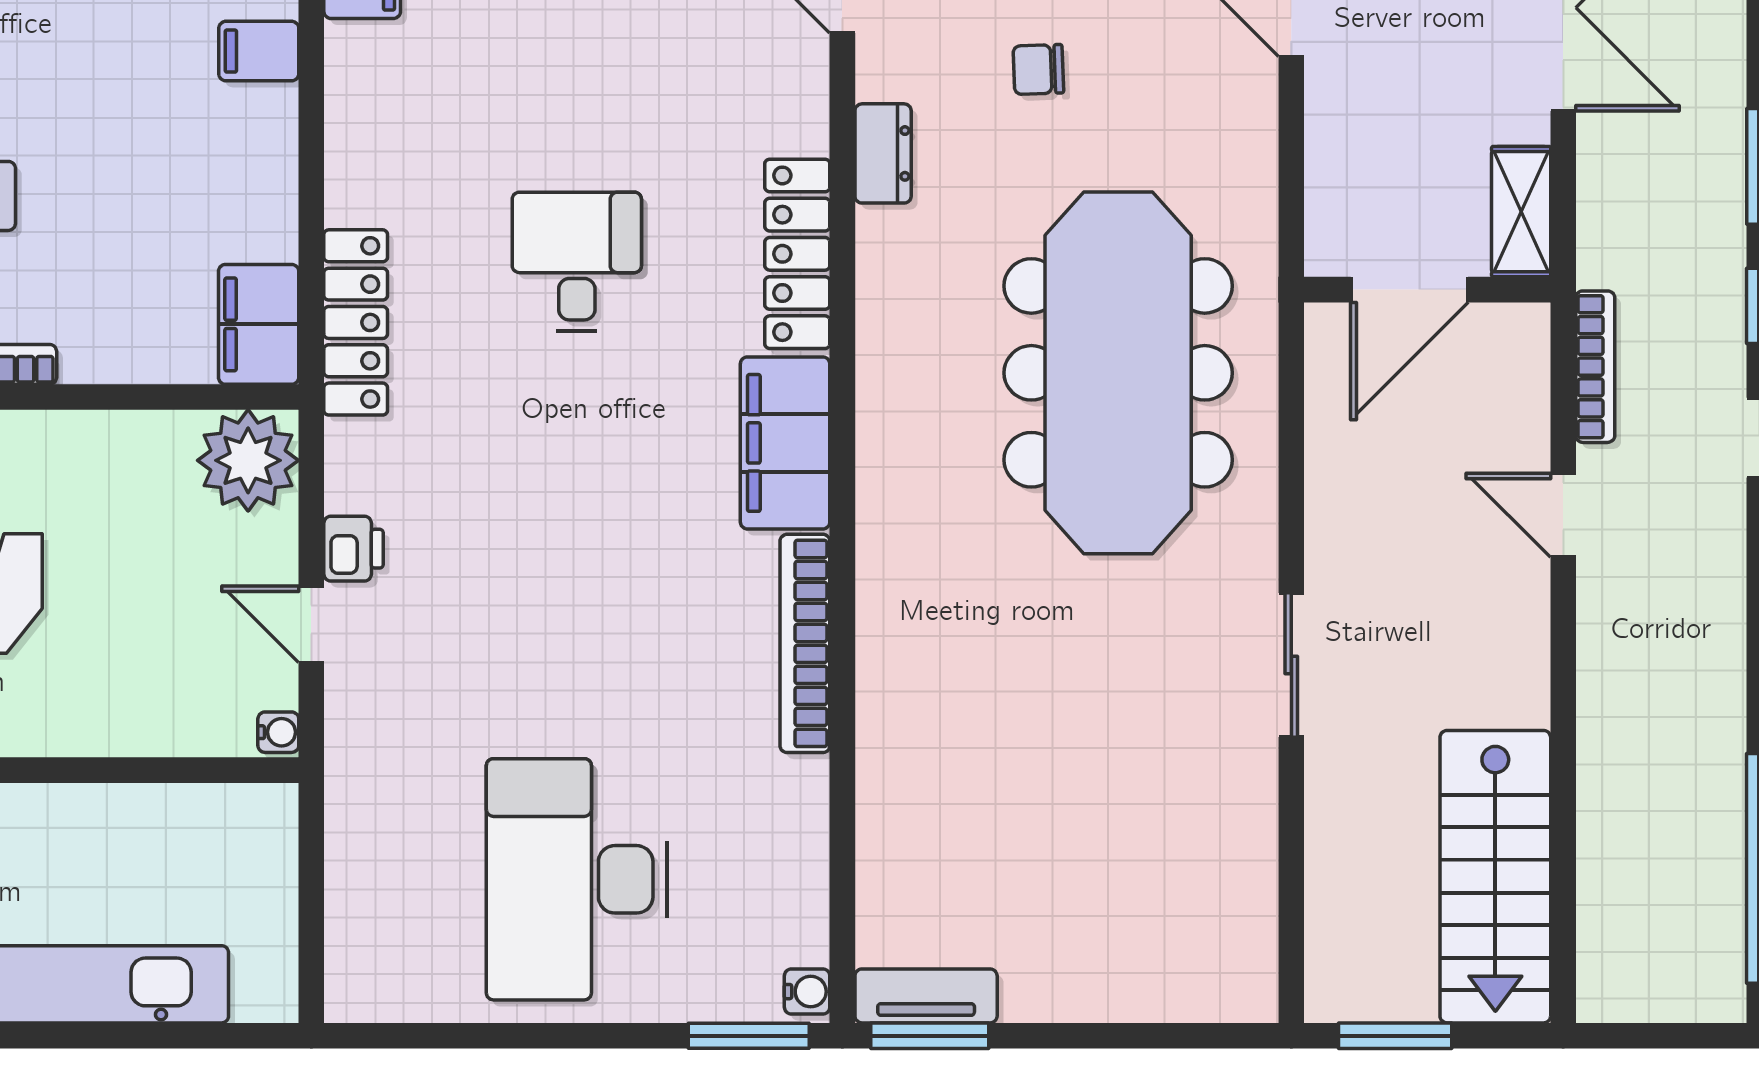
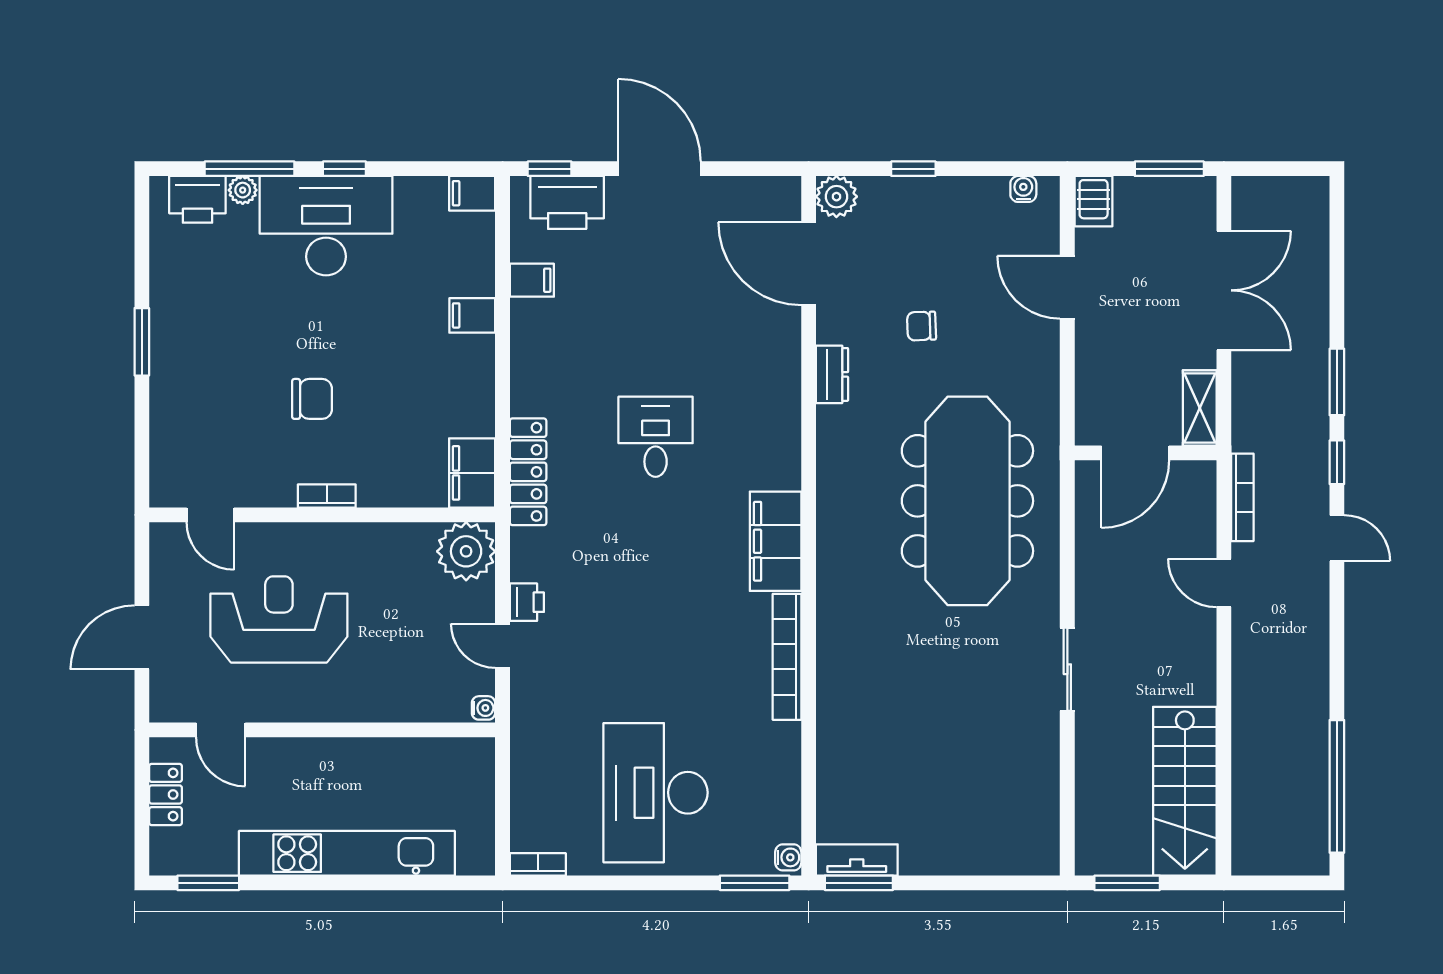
locker: (797, 254) -> (783, 432), removed
bookcase: (373, 1004) -> (538, 864), added

